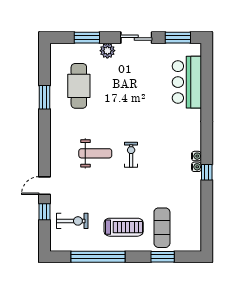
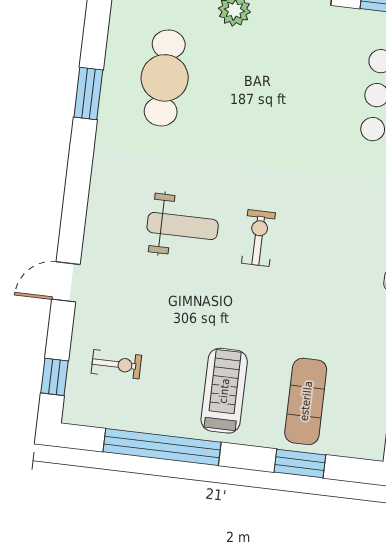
window: (44, 212) -> (55, 377), moved
exercise bike: (72, 221) -> (116, 364), width x0.73, depth x0.72
treadmill: (124, 227) -> (224, 391), turned -90

